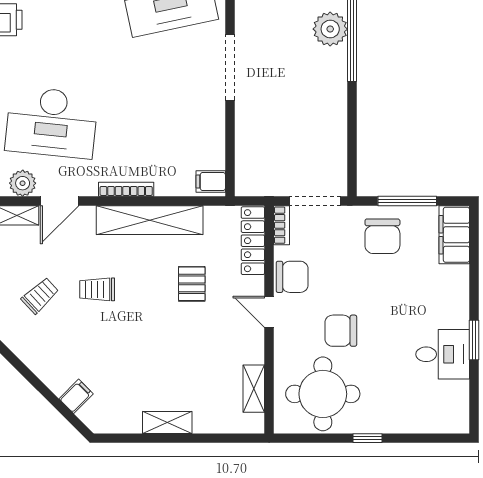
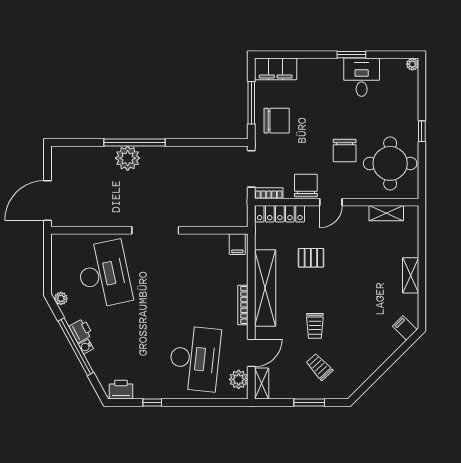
door: (60, 201) -> (251, 353), hinge flipped
filing cabinet: (76, 396) -> (405, 328), moved
plant: (461, 425) -> (412, 64), added

